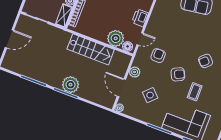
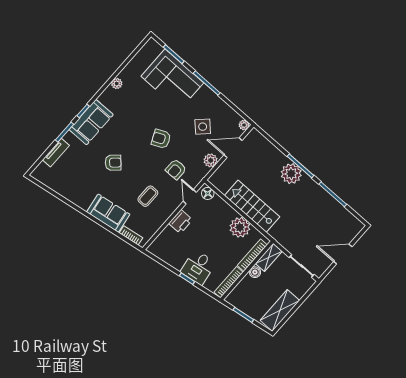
plant: (116, 38) -> (240, 227), moved
door: (140, 39) -> (190, 197), hinge flipped
armchair: (206, 61) -> (113, 163), moved
door: (121, 88) -> (233, 148), swing flipped
coffee table: (195, 92) -> (148, 196), moved

